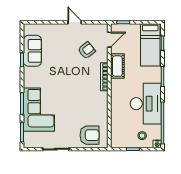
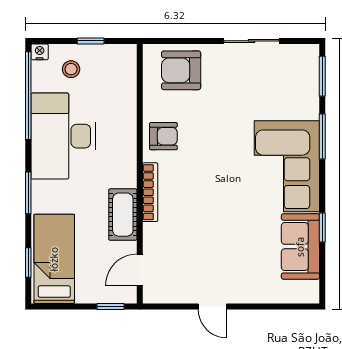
armchair: (87, 50) -> (163, 136), moved, turned -142
corner sofa: (39, 110) -> (287, 166), moved

